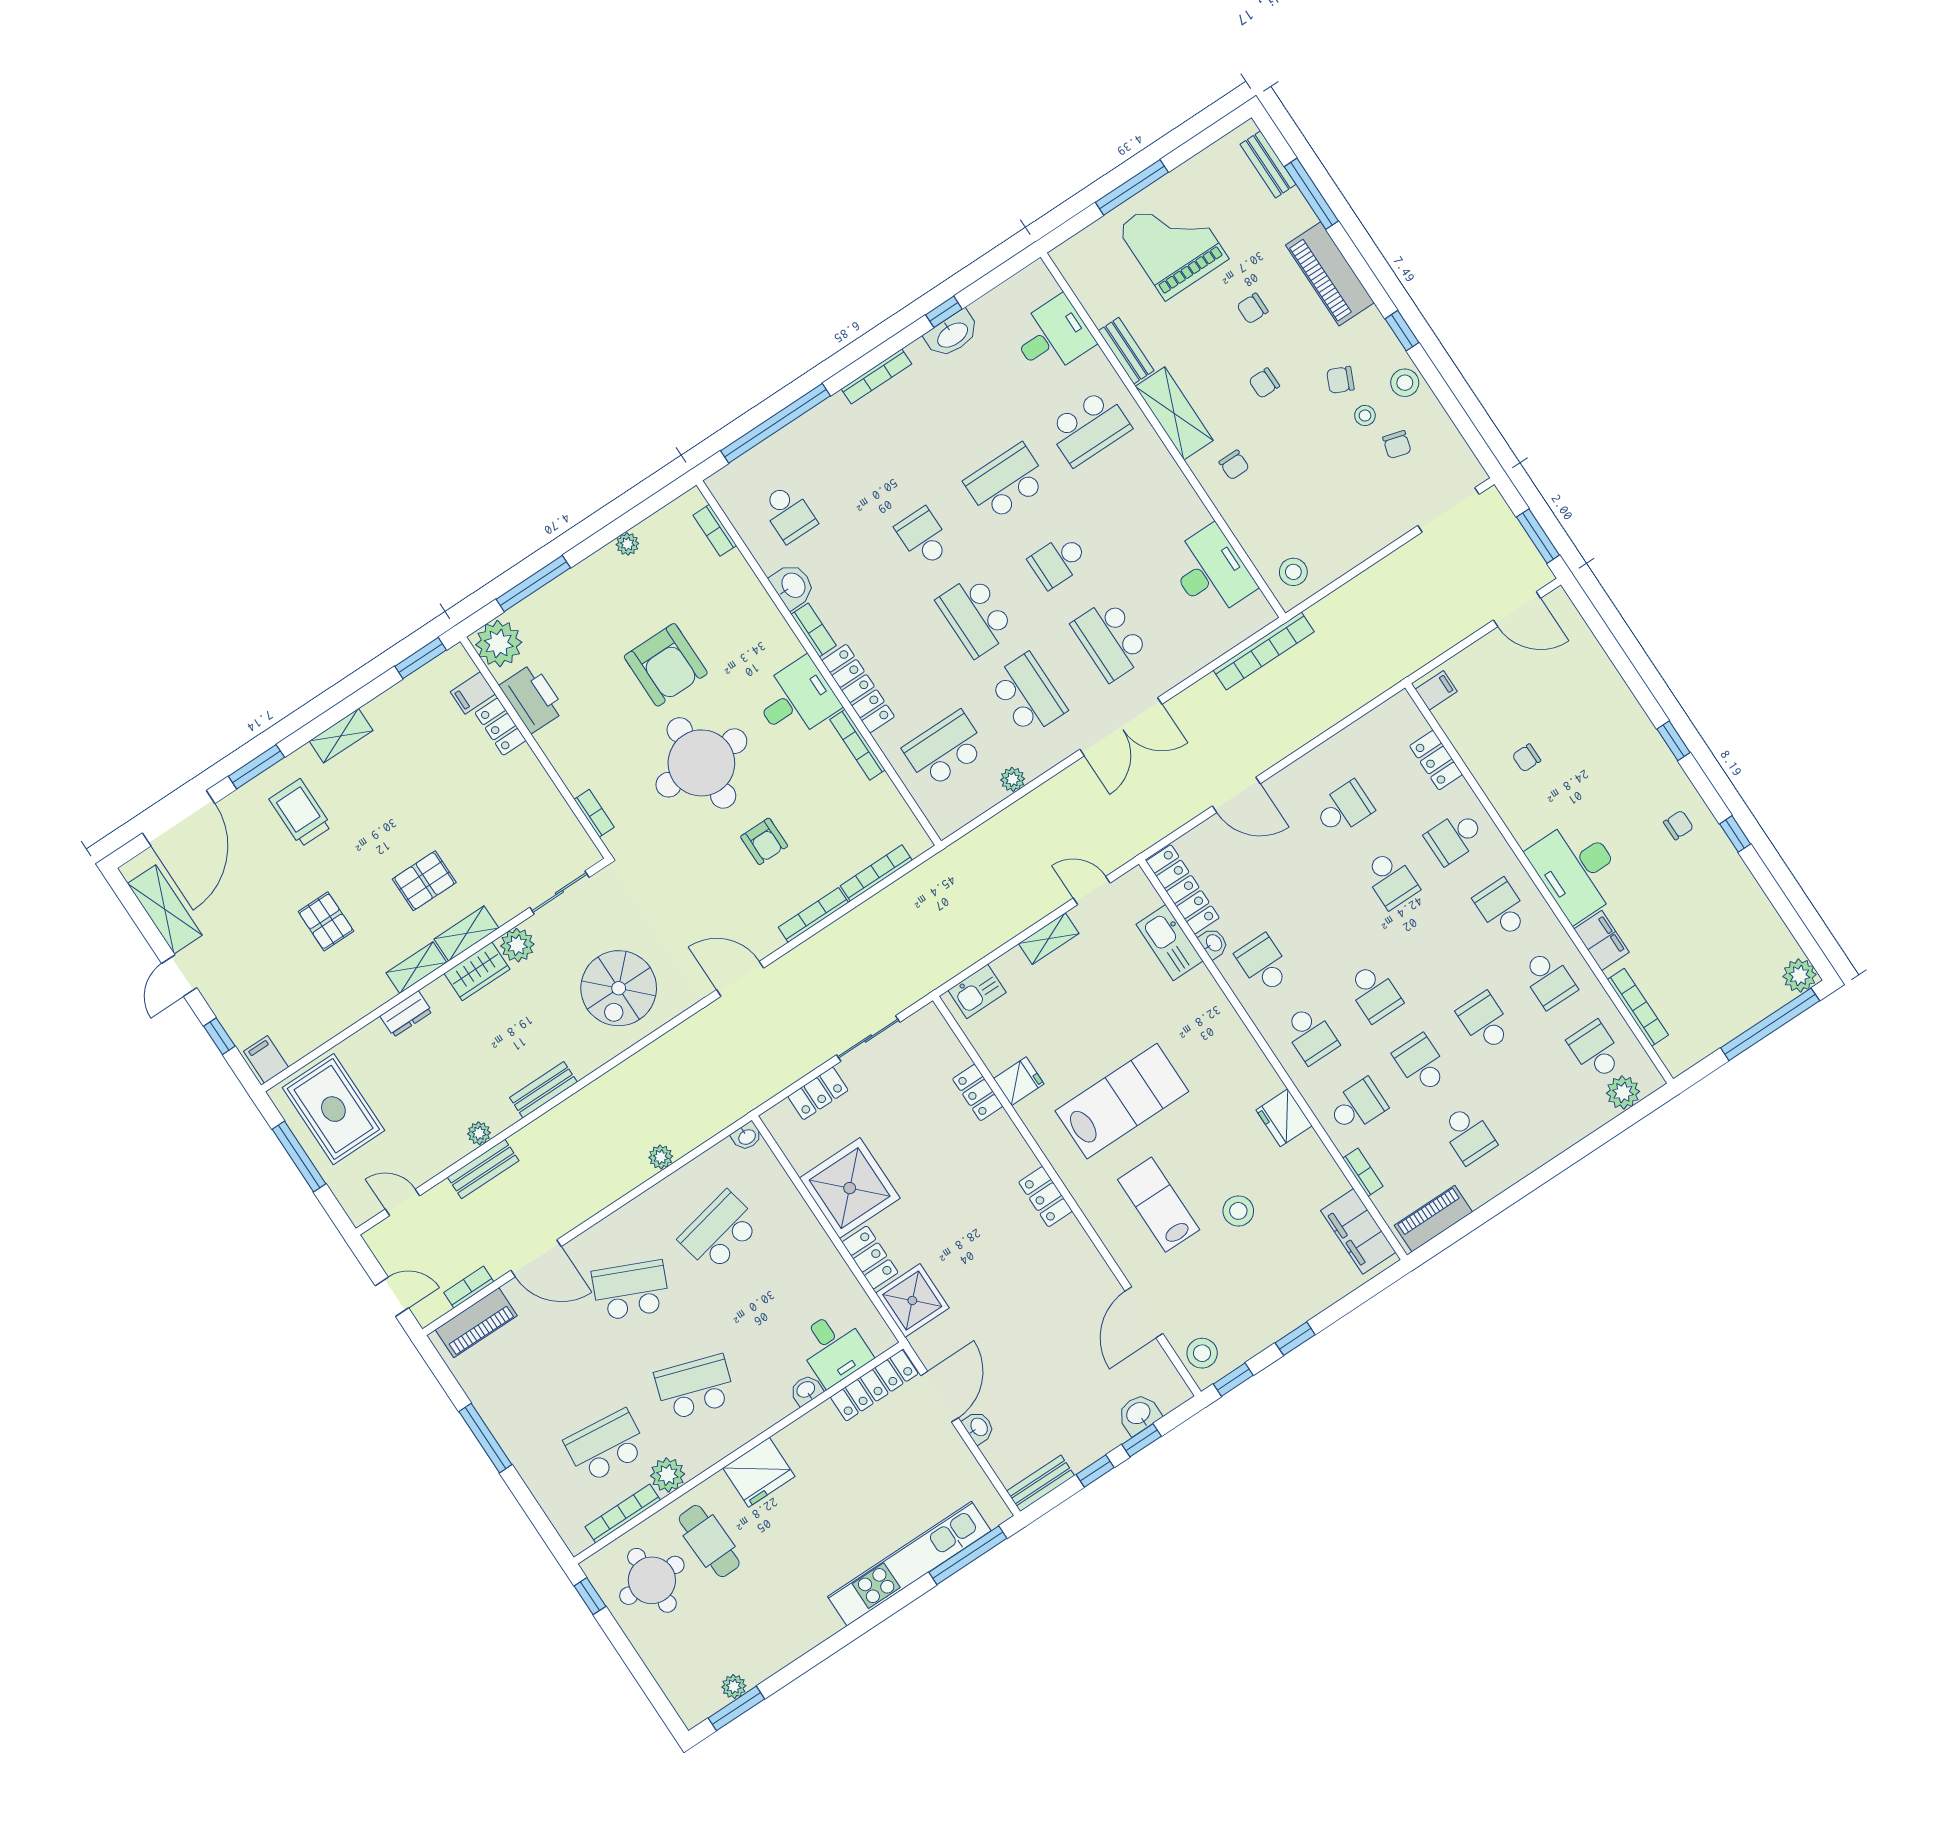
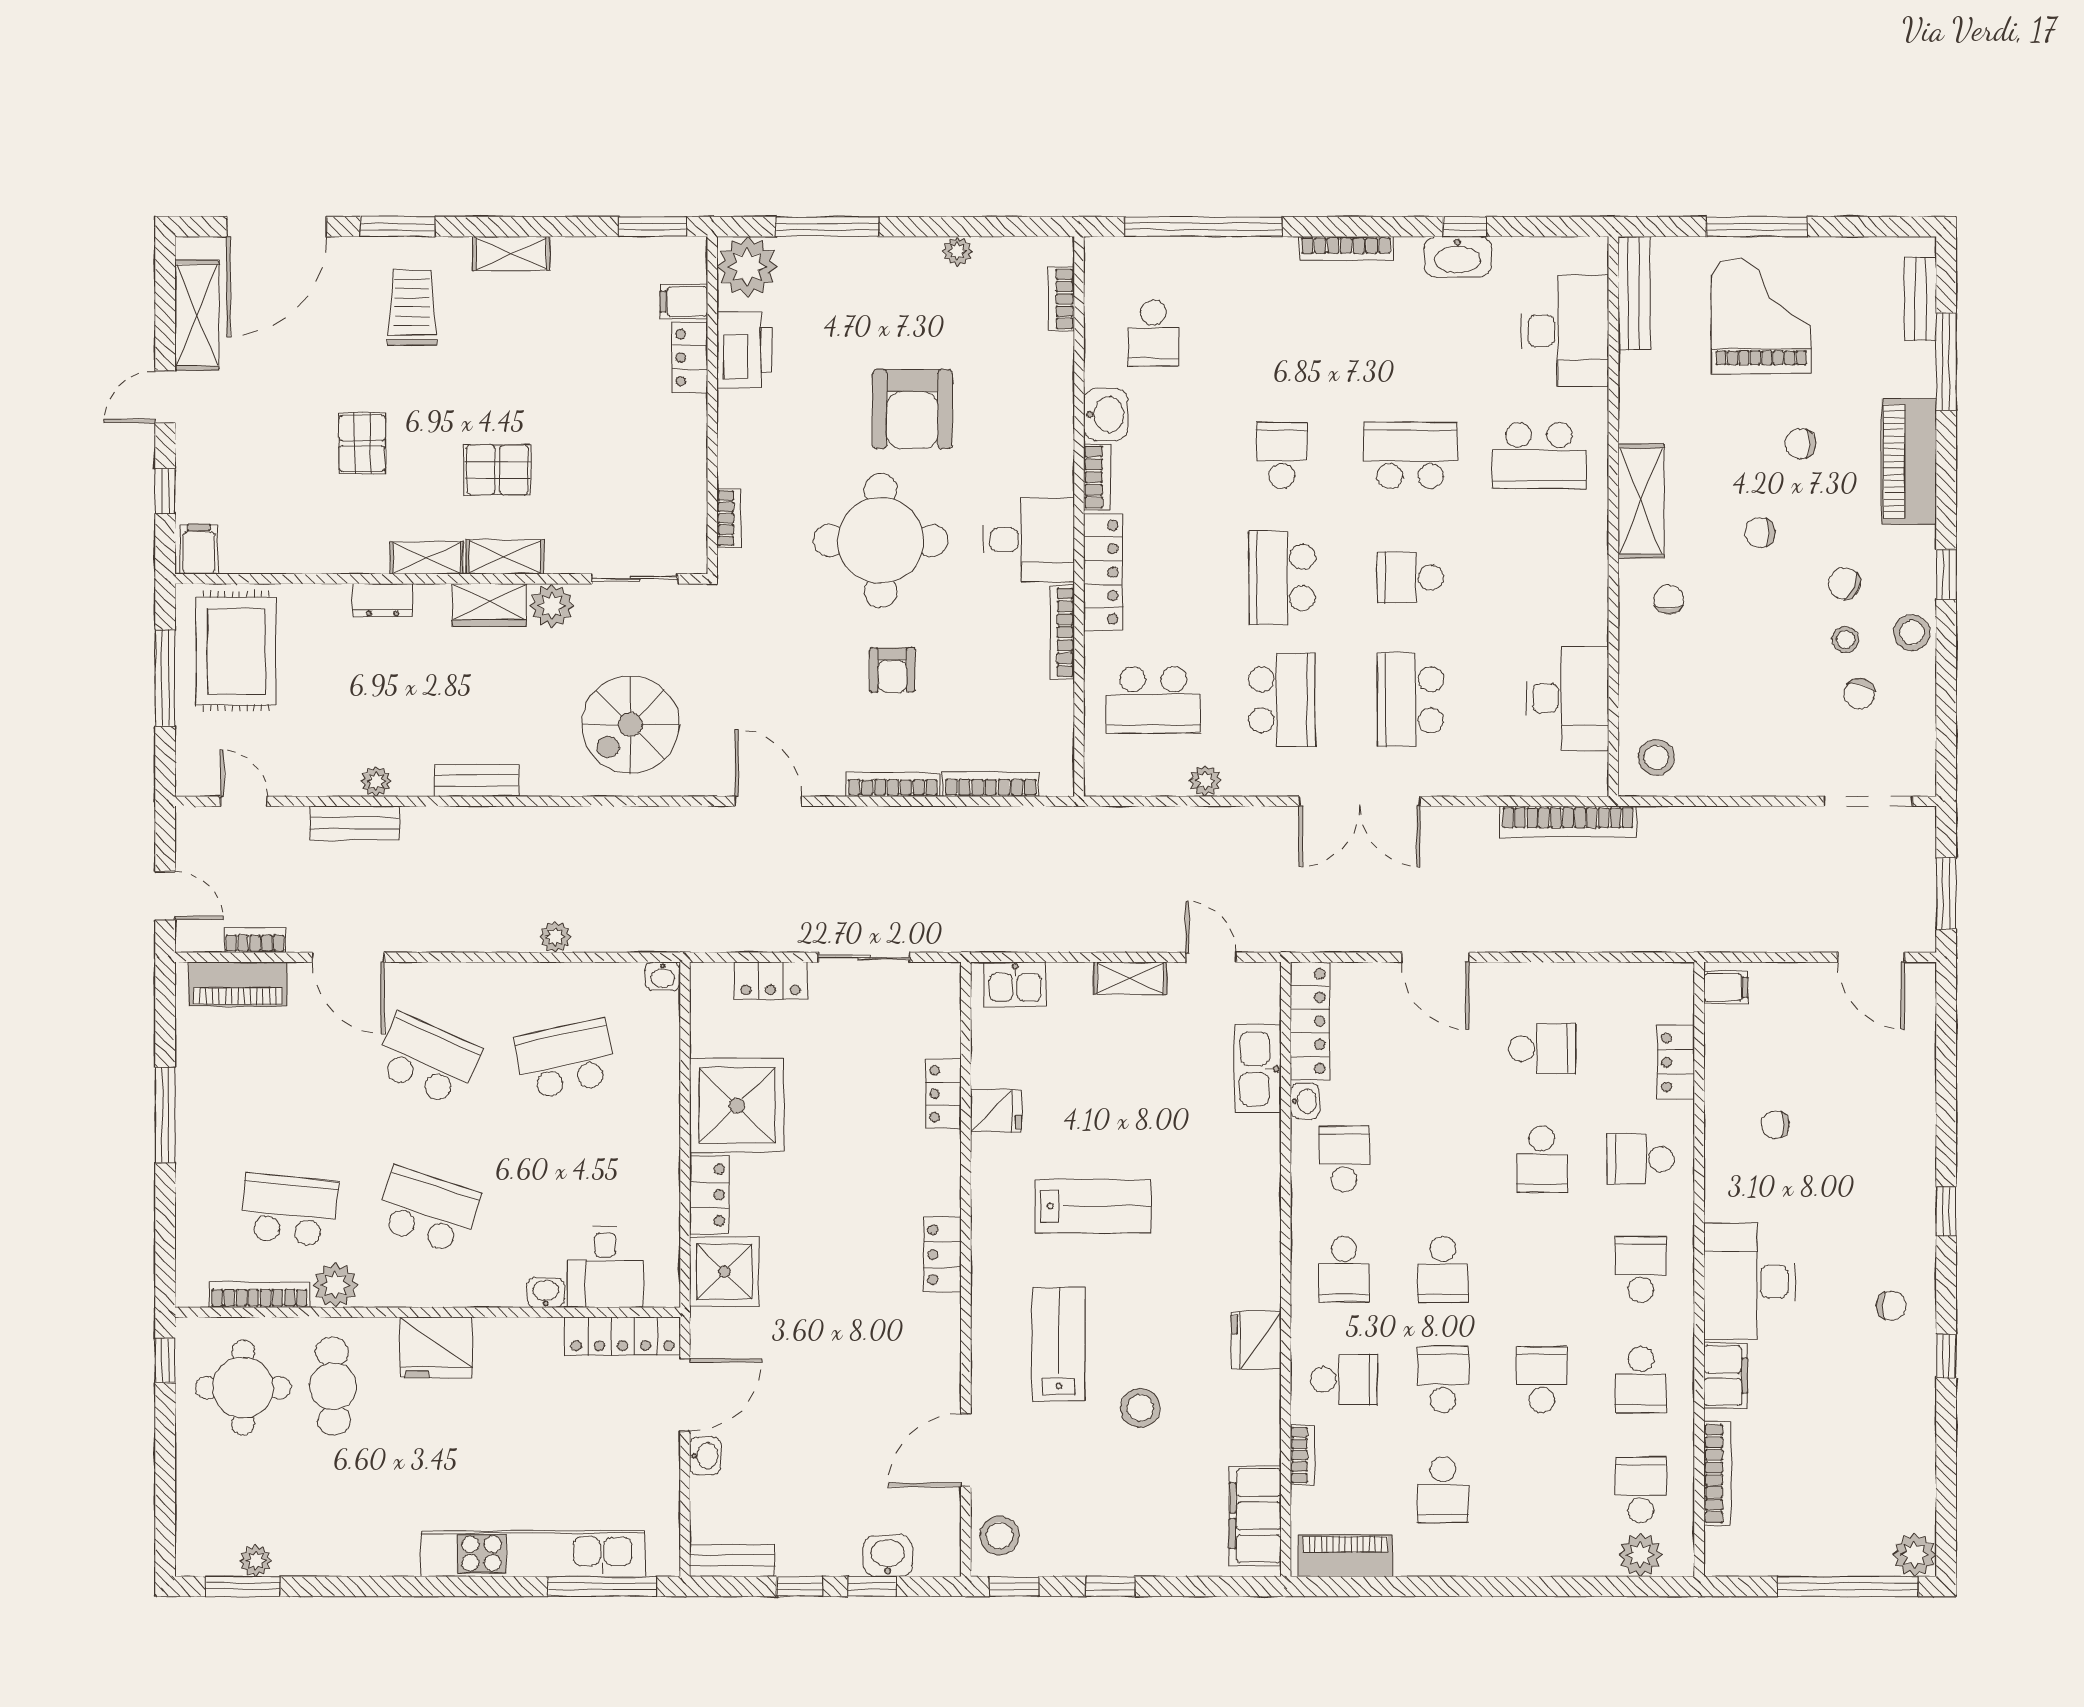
desk: (1053, 336) -> (1565, 331), width x1.37
bench: (1126, 351) -> (1634, 293), moved, width x1.36
chair: (1234, 465) -> (1669, 599), turned 180
school desk: (945, 749) -> (1153, 700), turned 180
lab bench: (1122, 1101) -> (1093, 1206), width x0.73, depth x0.72

